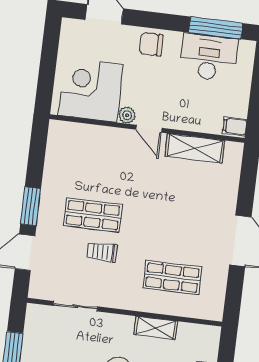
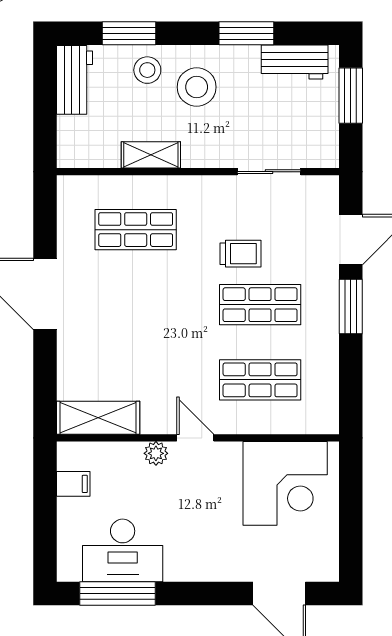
chair: (151, 44) -> (207, 559), removed
plant: (127, 115) -> (156, 453), moved
filing cabinet: (235, 126) -> (73, 484), moved
shelving: (195, 148) -> (98, 418), moved
shop shelf: (99, 163) -> (260, 380), added

